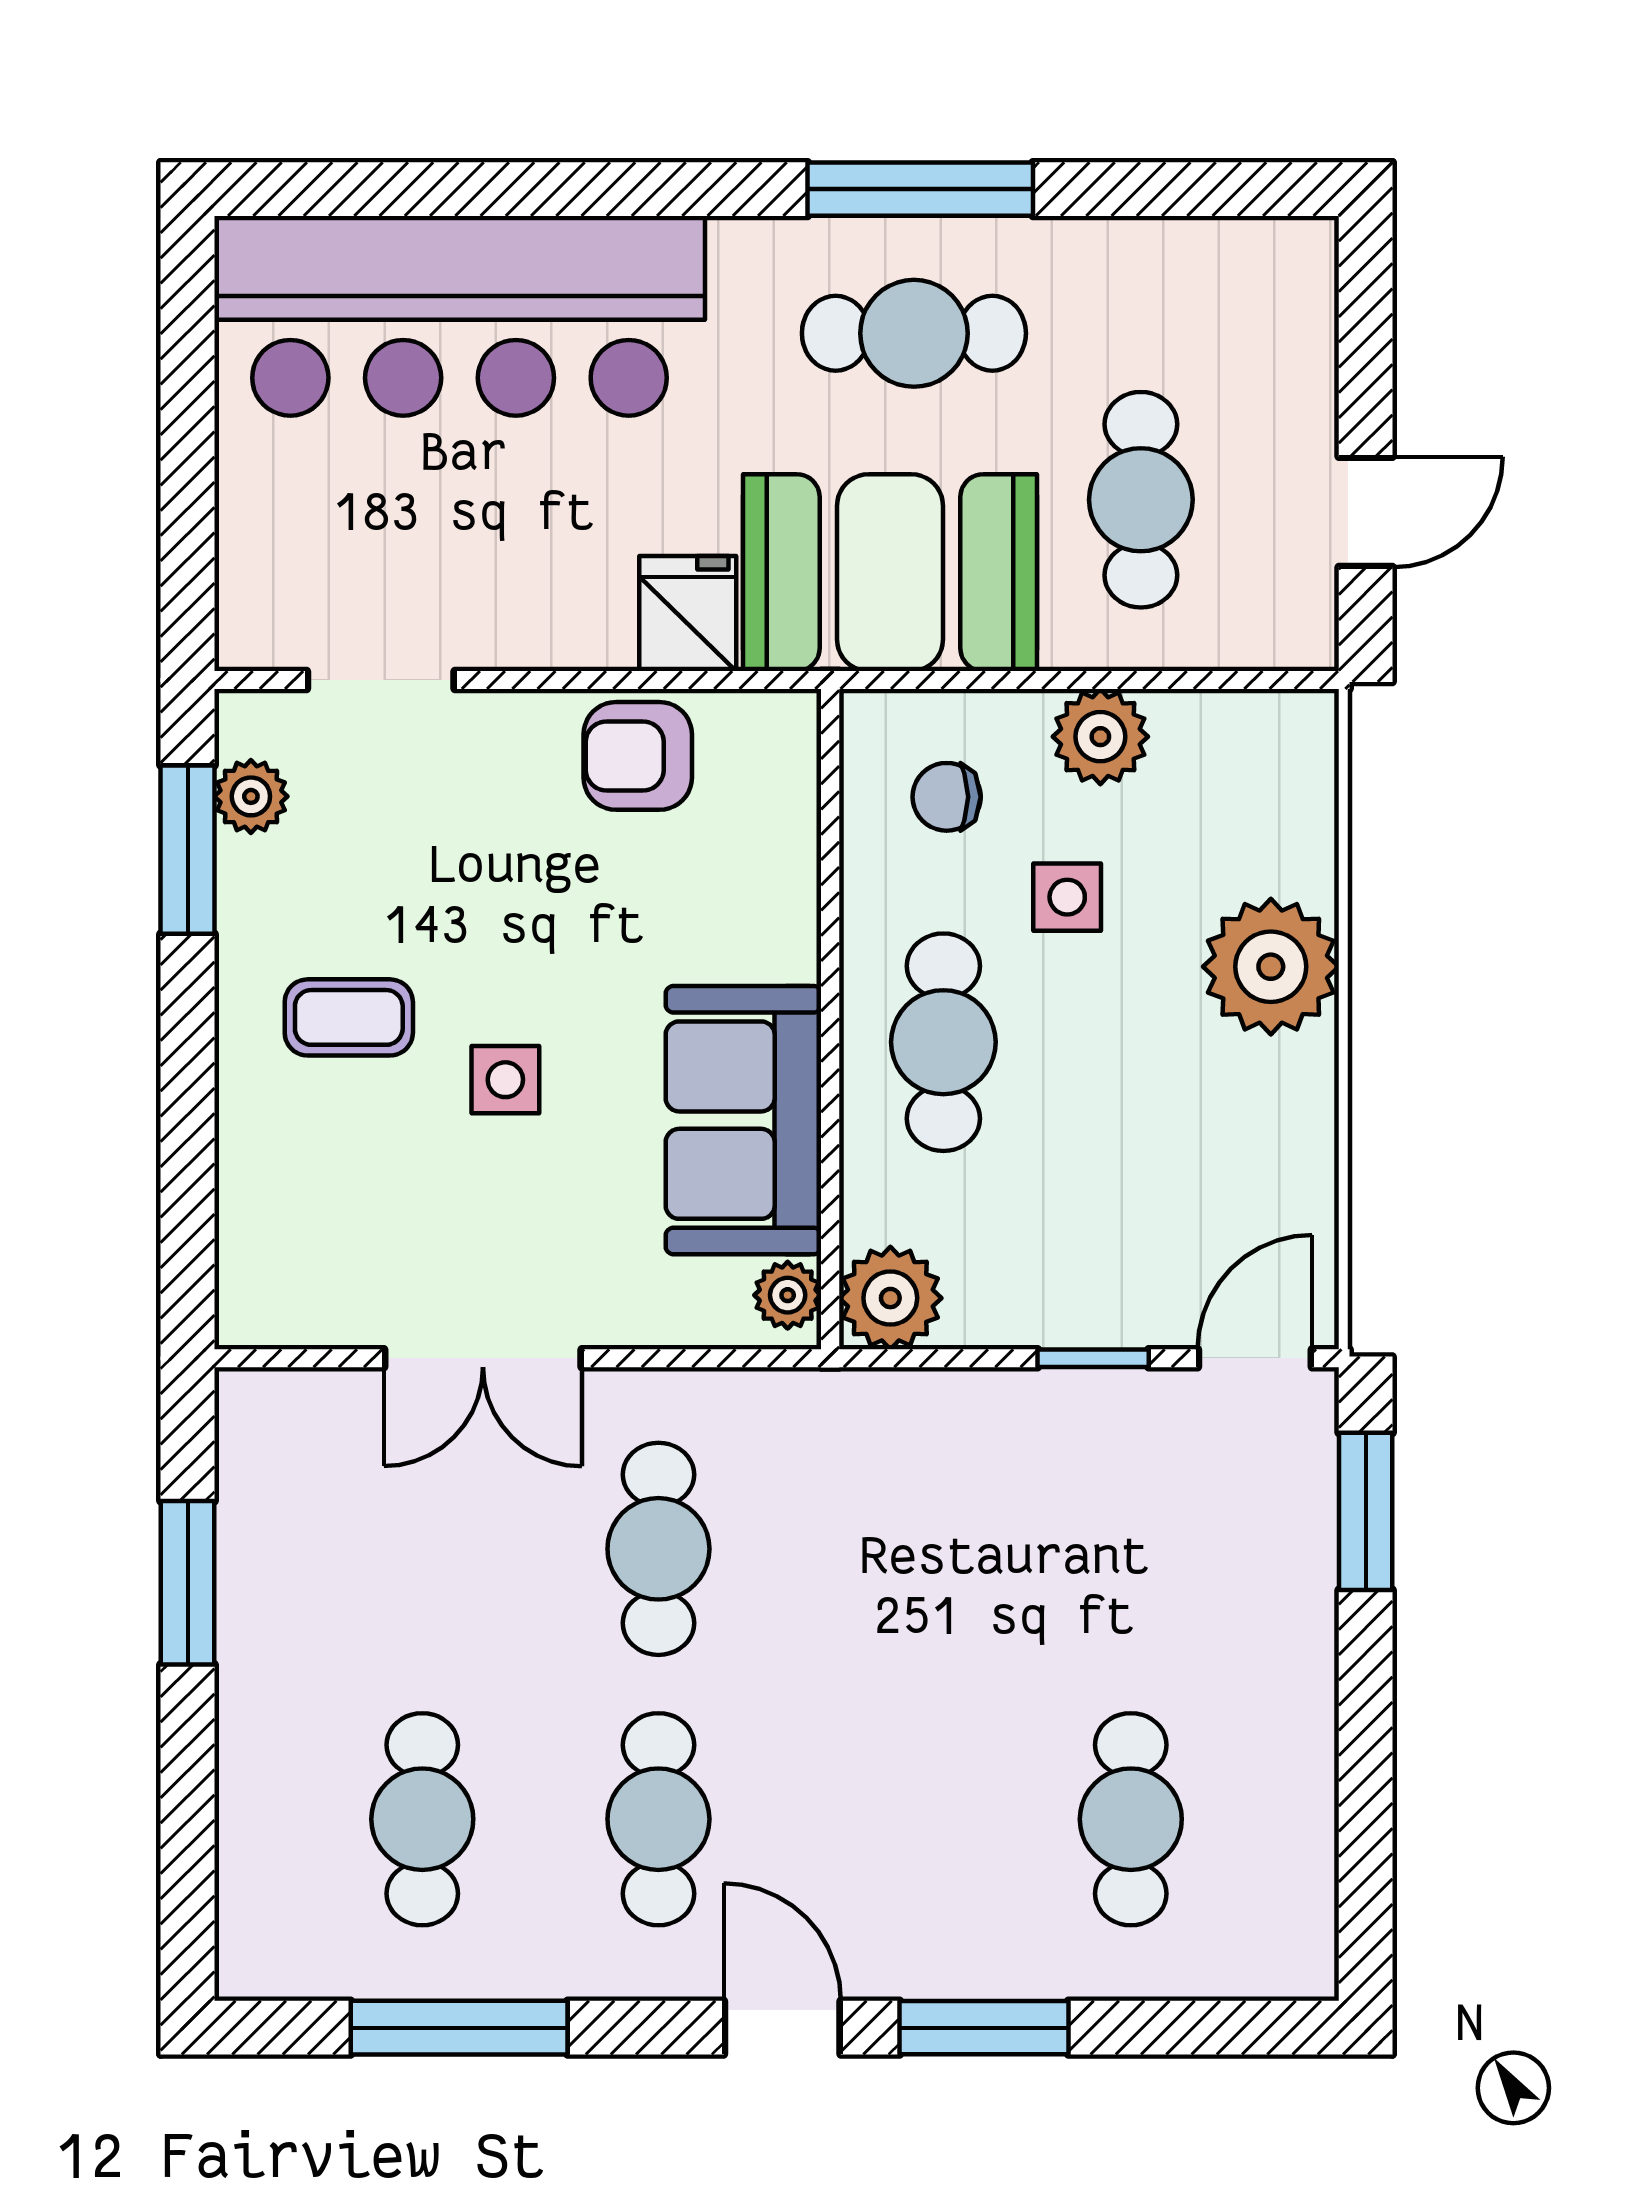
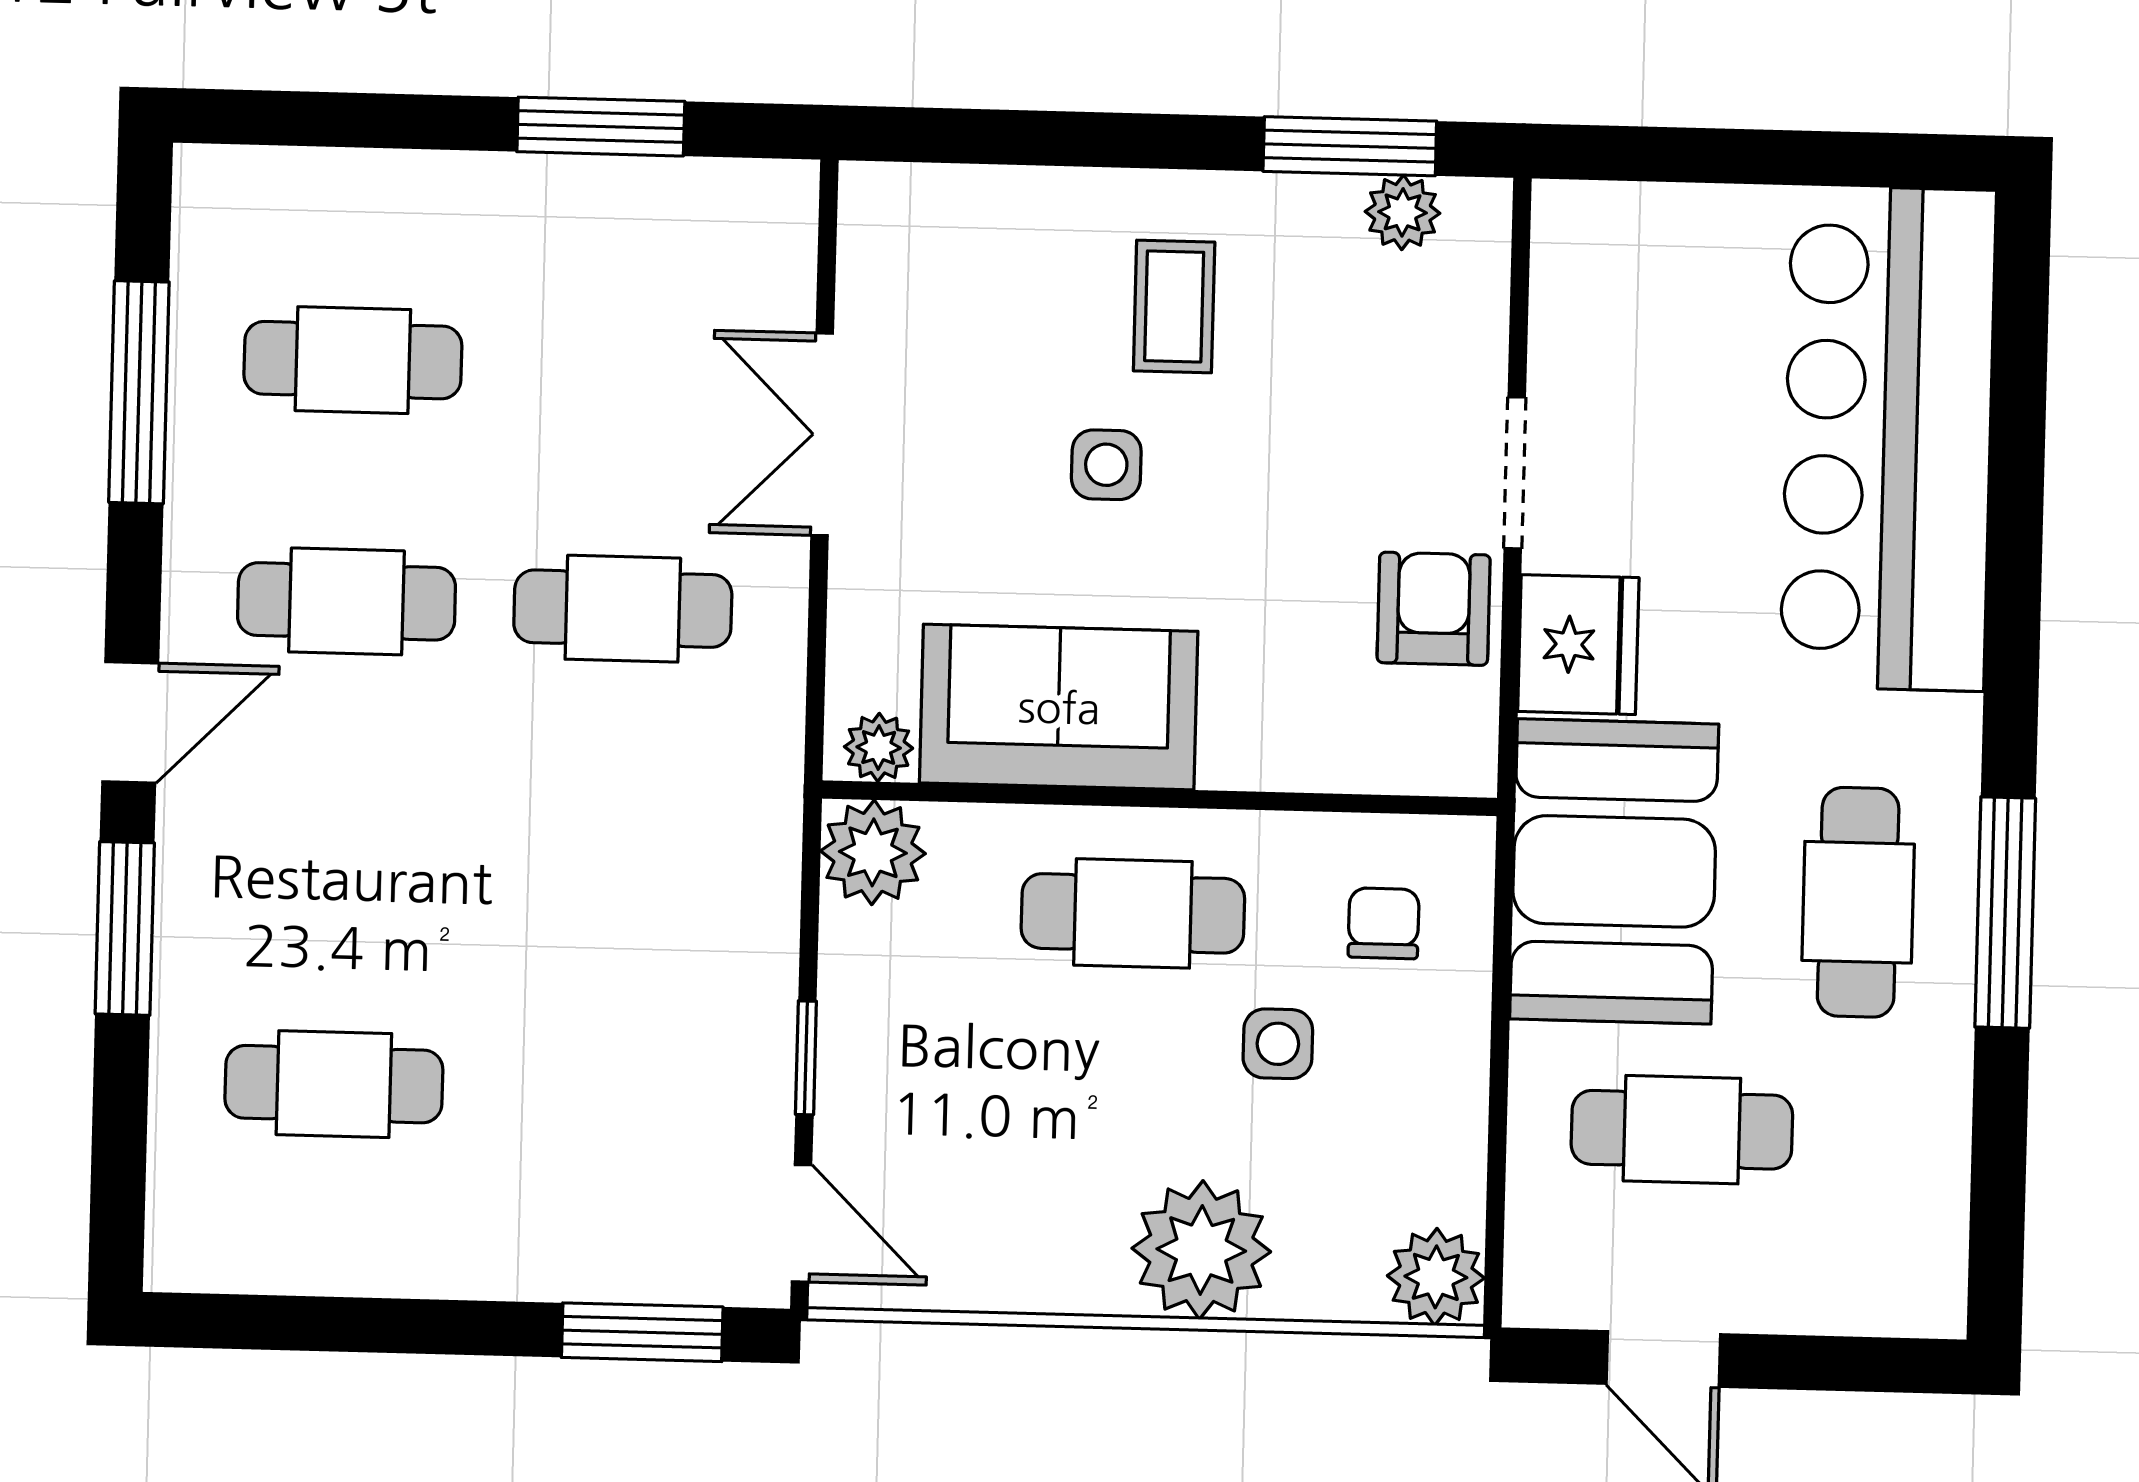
fridge: (688, 613) -> (1578, 645), width x1.38
doorway: (381, 680) -> (1515, 473), moved
plant: (1100, 737) -> (1436, 1277), moved

